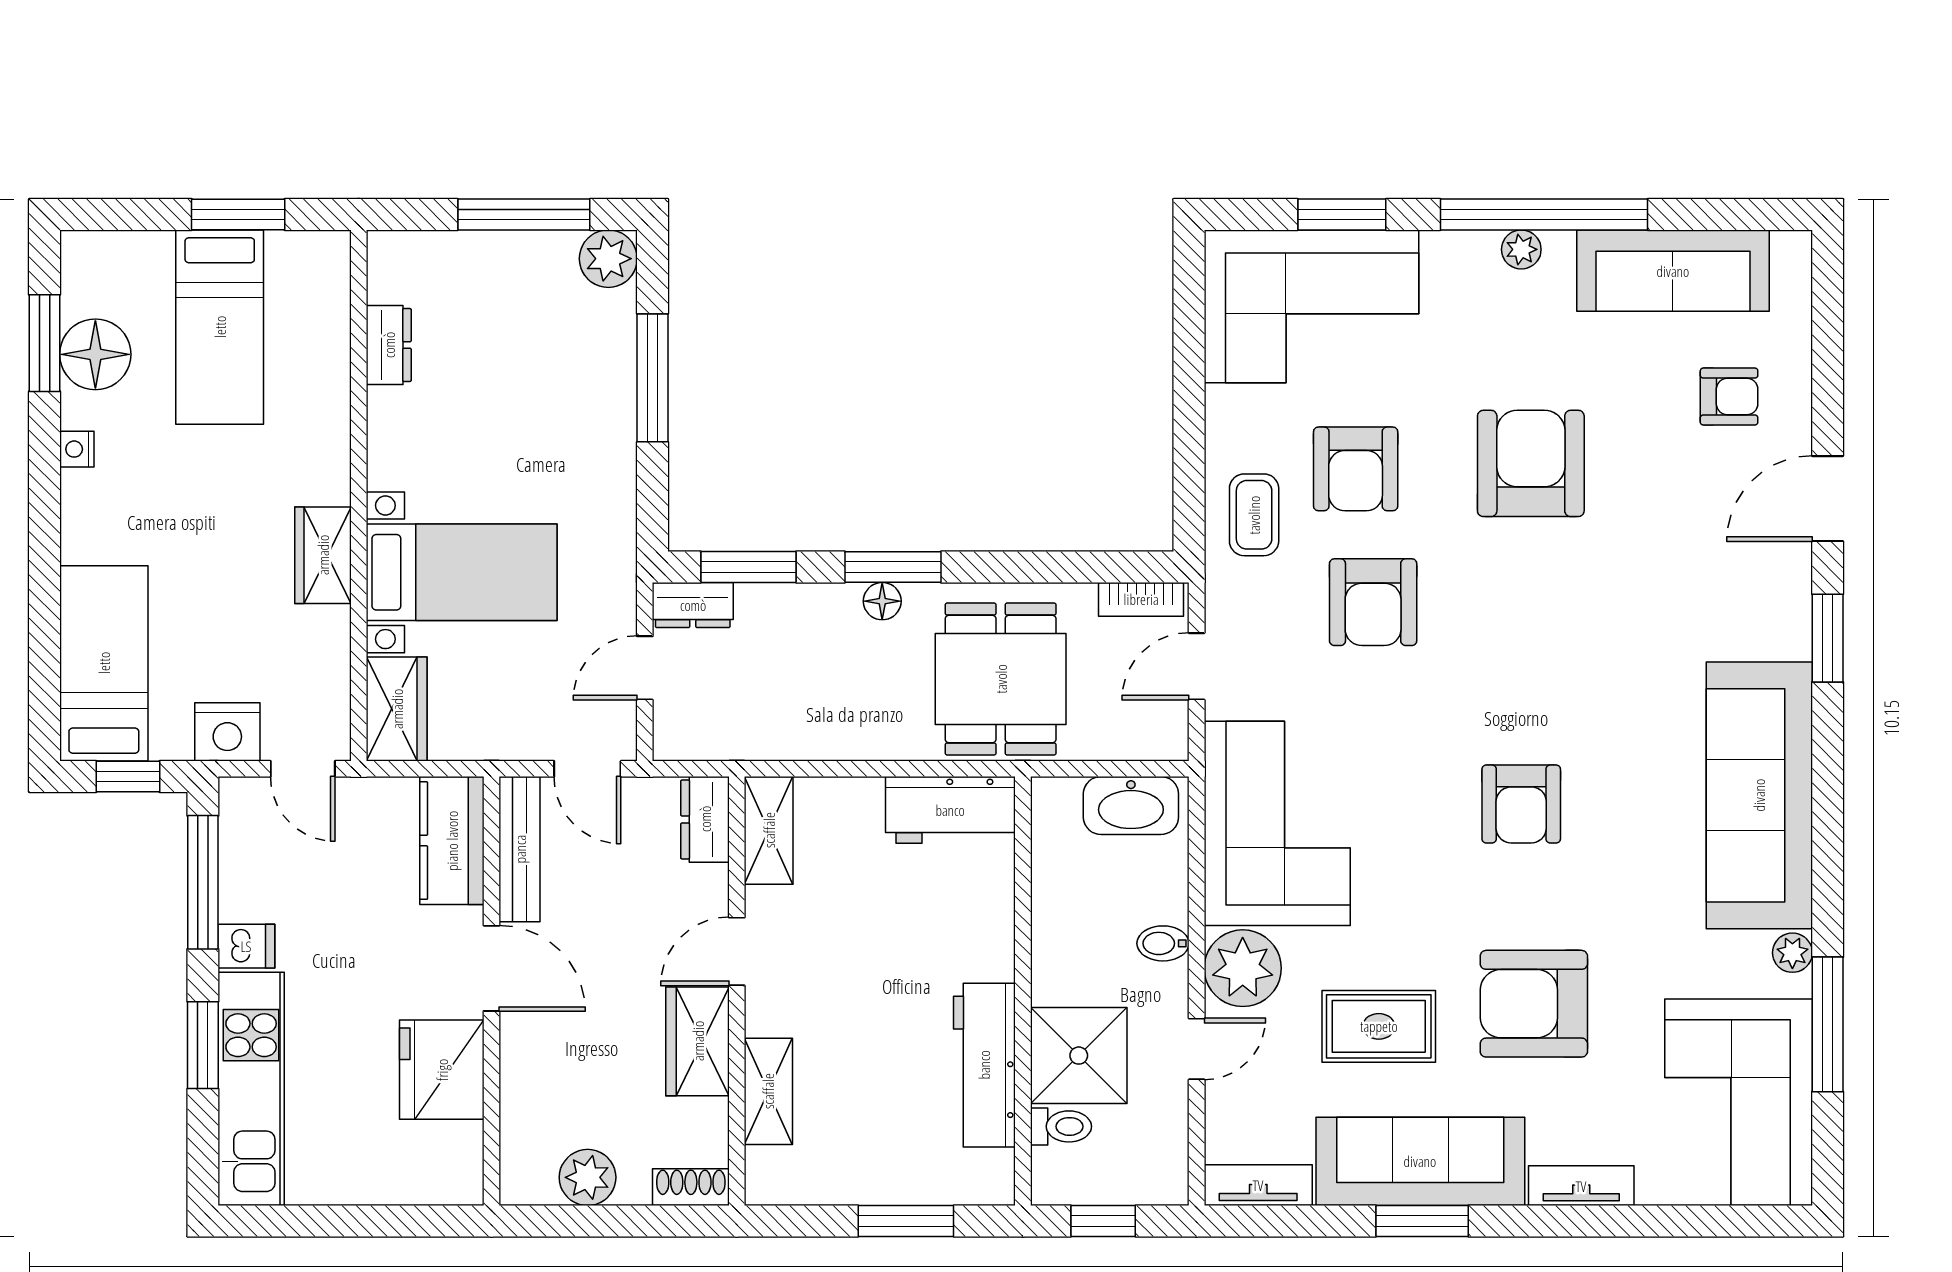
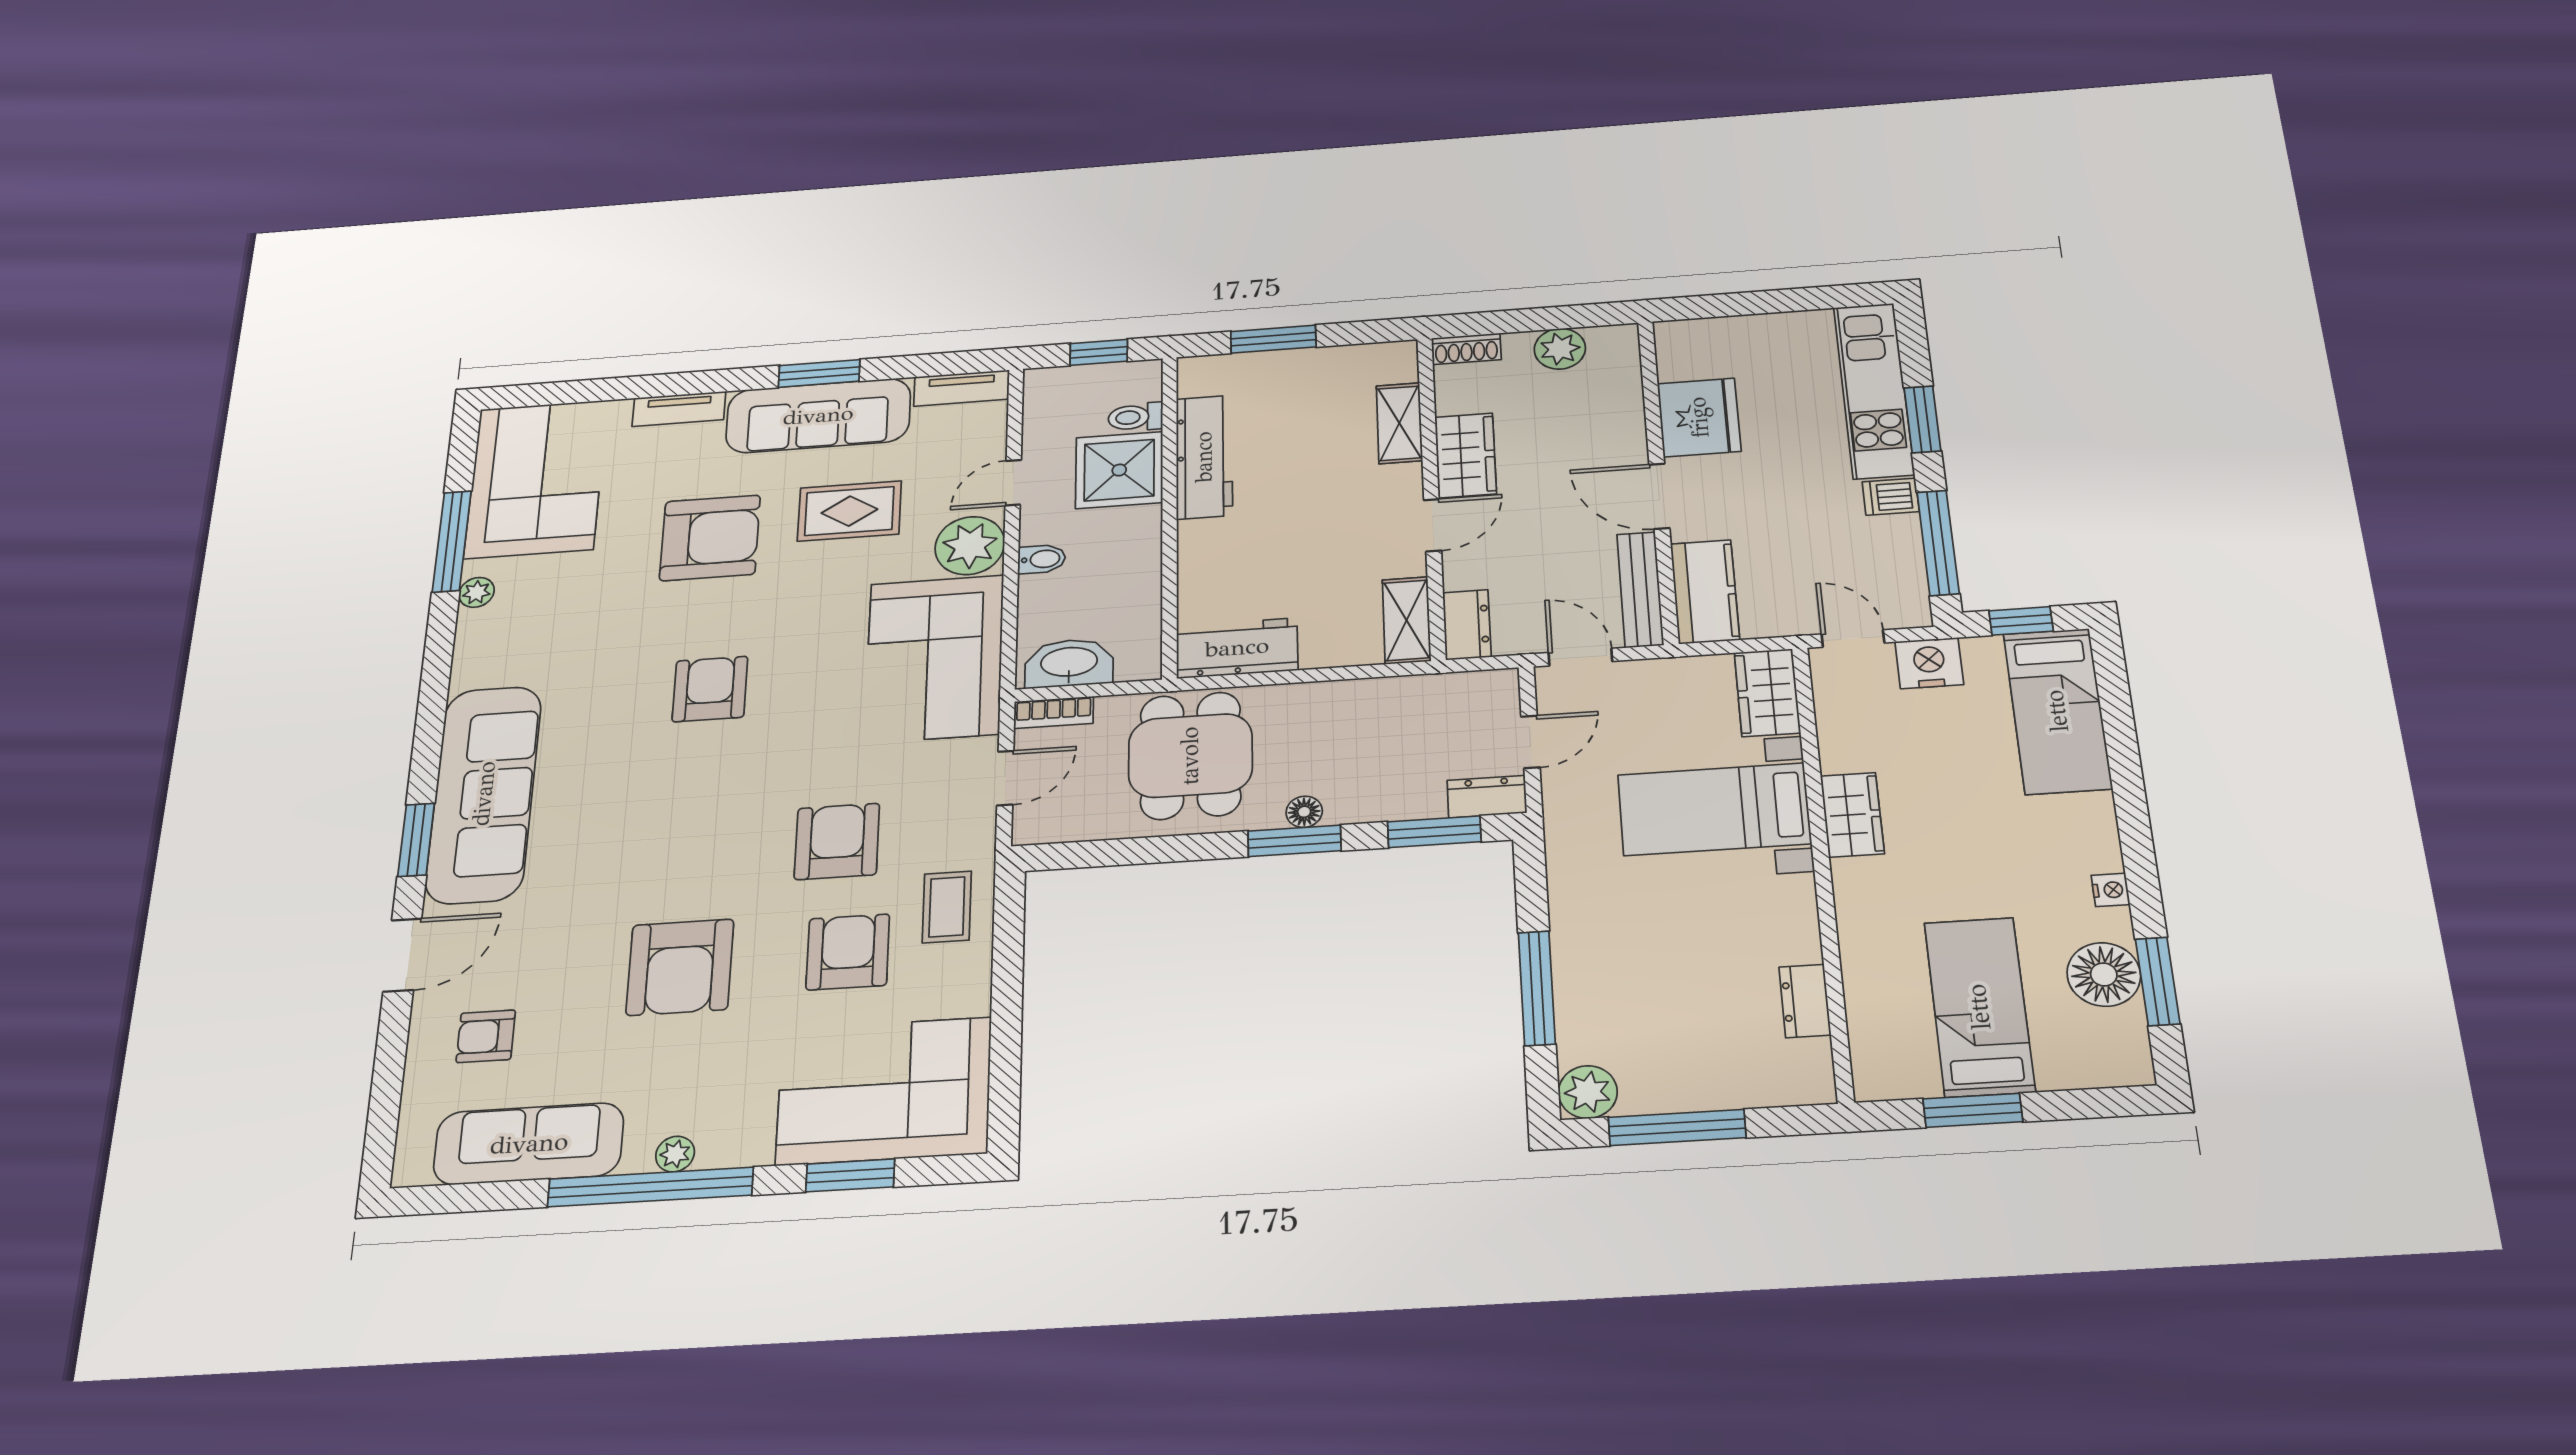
bookcase: (1141, 599) -> (1054, 712), moved, turned 180
sofa: (1759, 795) -> (484, 794), moved

